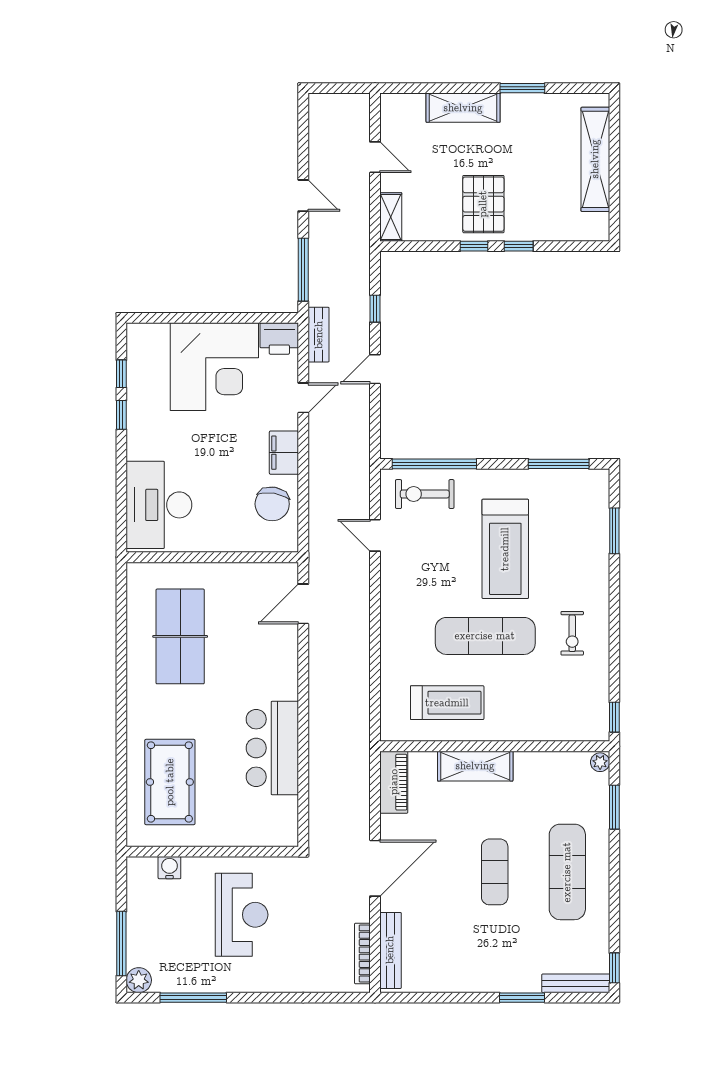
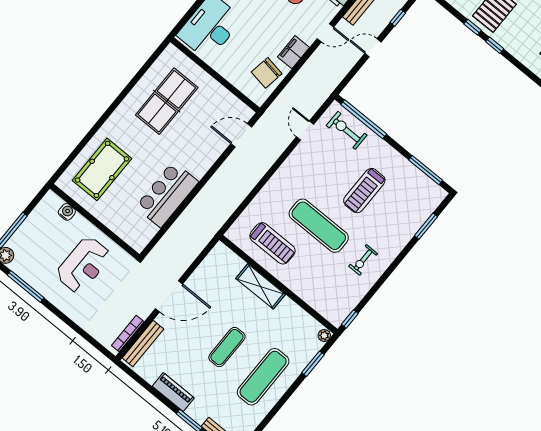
treadmill: (505, 549) -> (364, 191), width x0.73, depth x0.73
piano: (394, 782) -> (173, 392), moved, turned -90

